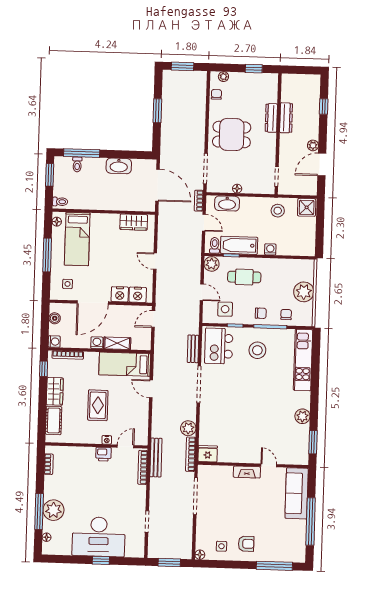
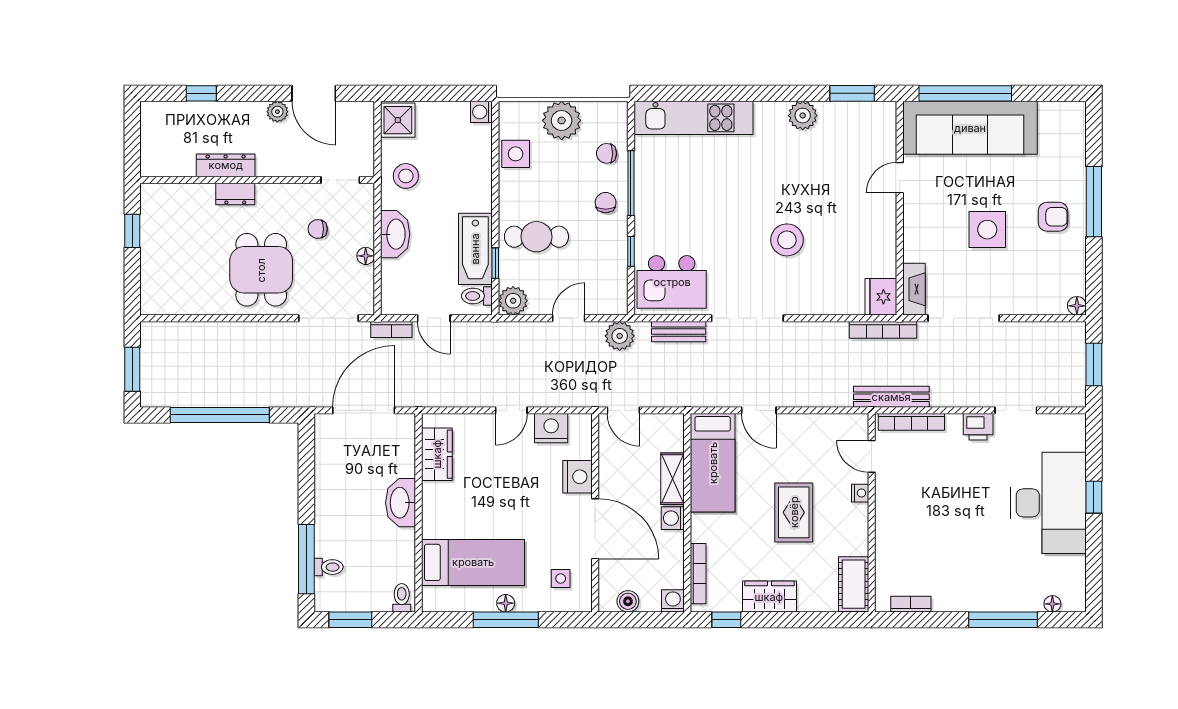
plant: (223, 77) -> (150, 289), removed
chair: (216, 94) -> (318, 229), moved
window: (157, 111) -> (220, 415), width x2.11
dresser: (271, 118) -> (235, 194), width x0.70
washbasin: (119, 166) -> (401, 503), moved, turned 180
washbasin: (227, 203) -> (395, 234), moved
floor lamp: (57, 222) -> (506, 603), moved
door: (204, 223) -> (434, 318), swing flipped
washing machine: (270, 249) -> (481, 112), moved
cafe table: (244, 277) -> (536, 237), turned 90
nightstand: (138, 295) -> (551, 428), moved, turned -90
side table: (225, 309) -> (516, 154), moved
stool: (257, 350) -> (787, 240), moved
door: (151, 389) -> (759, 410), hinge flipped
rug: (98, 405) -> (794, 512), turned 90
cot: (54, 420) -> (854, 584), moved, turned 90
plant: (188, 428) -> (620, 336), moved
printer: (103, 454) -> (978, 427), moved, turned 90
fireplace: (247, 472) -> (914, 289), moved
sofa: (297, 493) -> (970, 128), width x1.36, depth x1.27
plant: (53, 510) -> (1000, 592), removed
window: (311, 521) -> (965, 93), moved
armchair: (246, 544) -> (1053, 217), turned 90
side table: (221, 546) -> (987, 230), moved, width x1.87, depth x1.87
window: (274, 566) -> (1094, 202), moved

